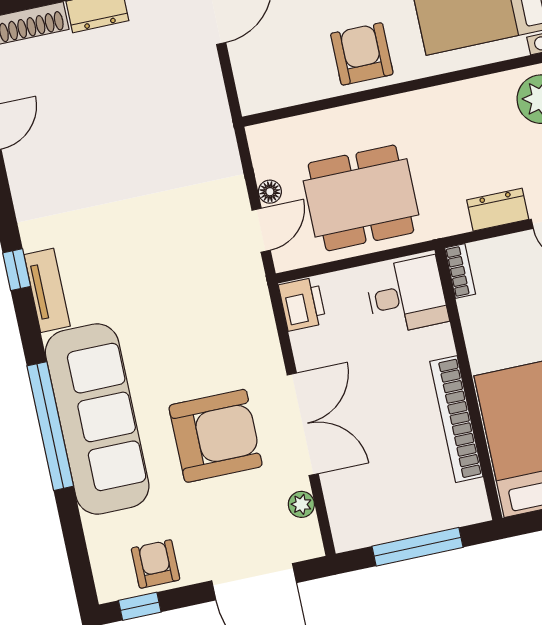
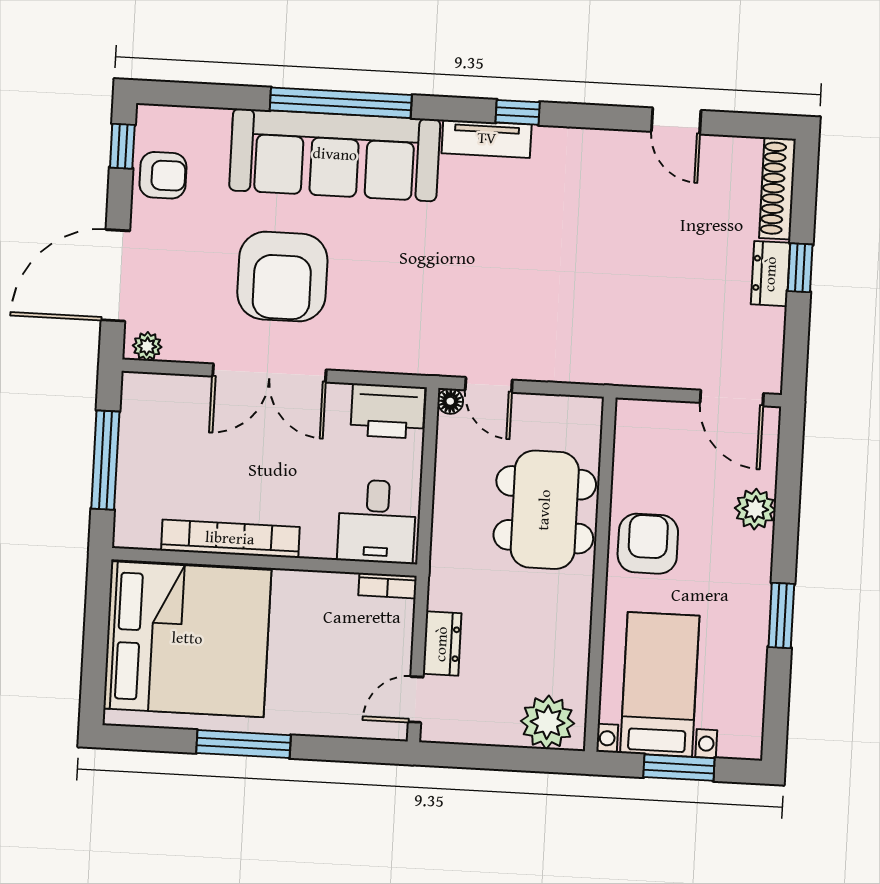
armchair: (362, 54) -> (648, 544), turned -90
floor lamp: (270, 192) -> (450, 401), moved
dining table: (361, 198) -> (545, 510), moved
printer: (302, 304) -> (388, 411), width x1.37, depth x1.19
plant: (301, 504) -> (147, 346), moved

